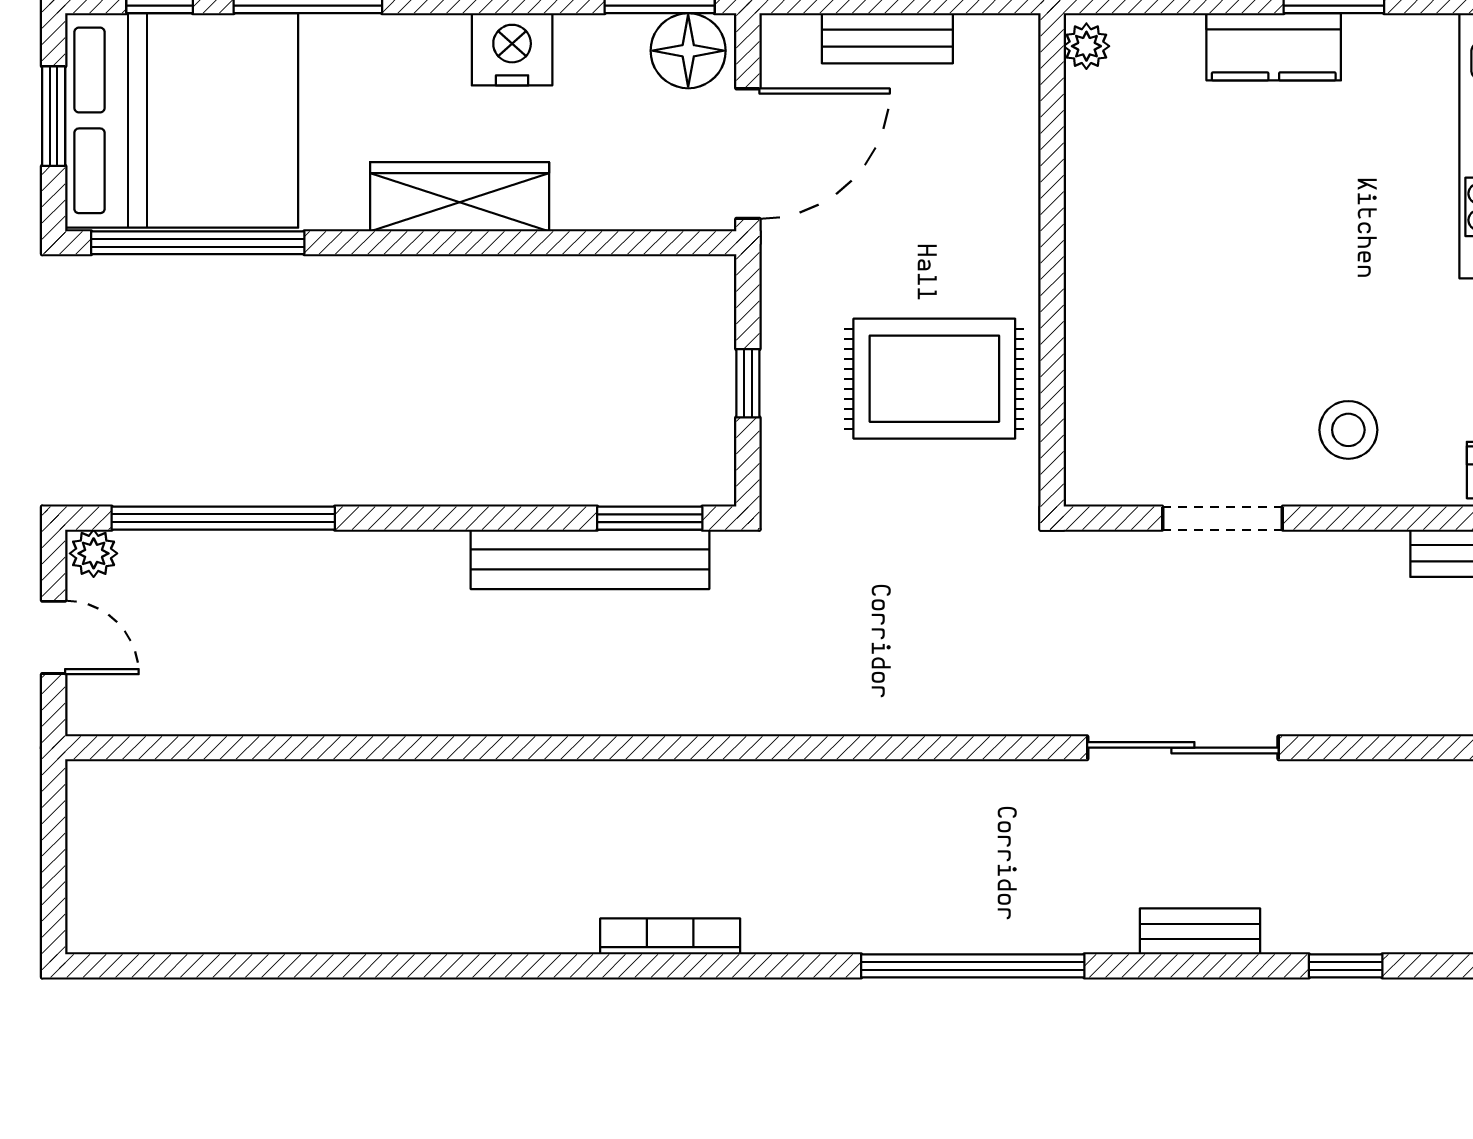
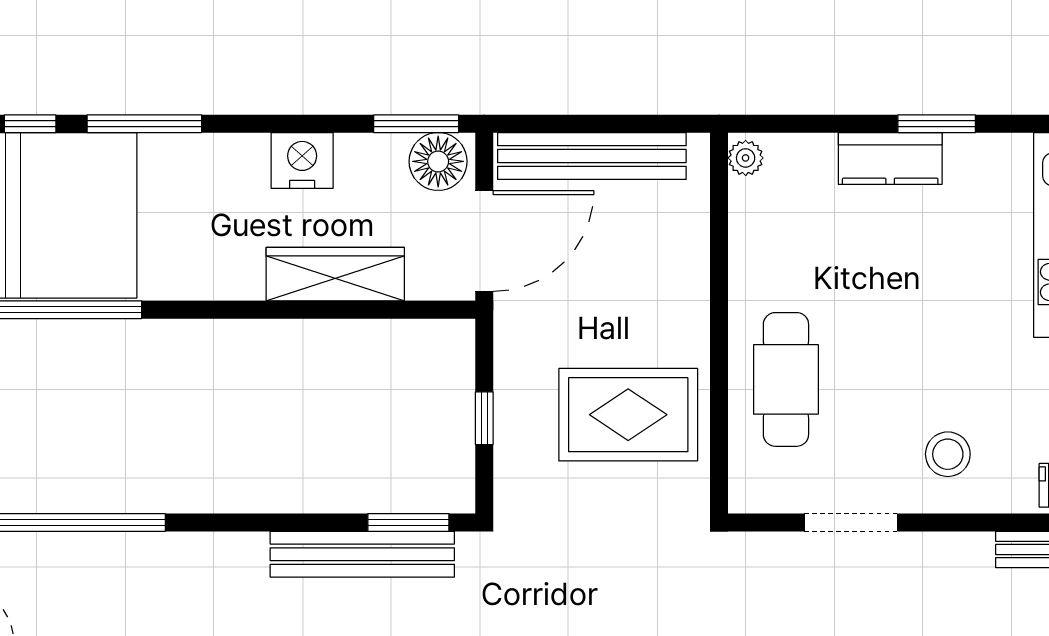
bench: (887, 38) -> (592, 156), width x1.86, depth x1.21
wardrobe: (460, 197) -> (335, 274), moved
cafe table: (1139, 333) -> (786, 379), added

